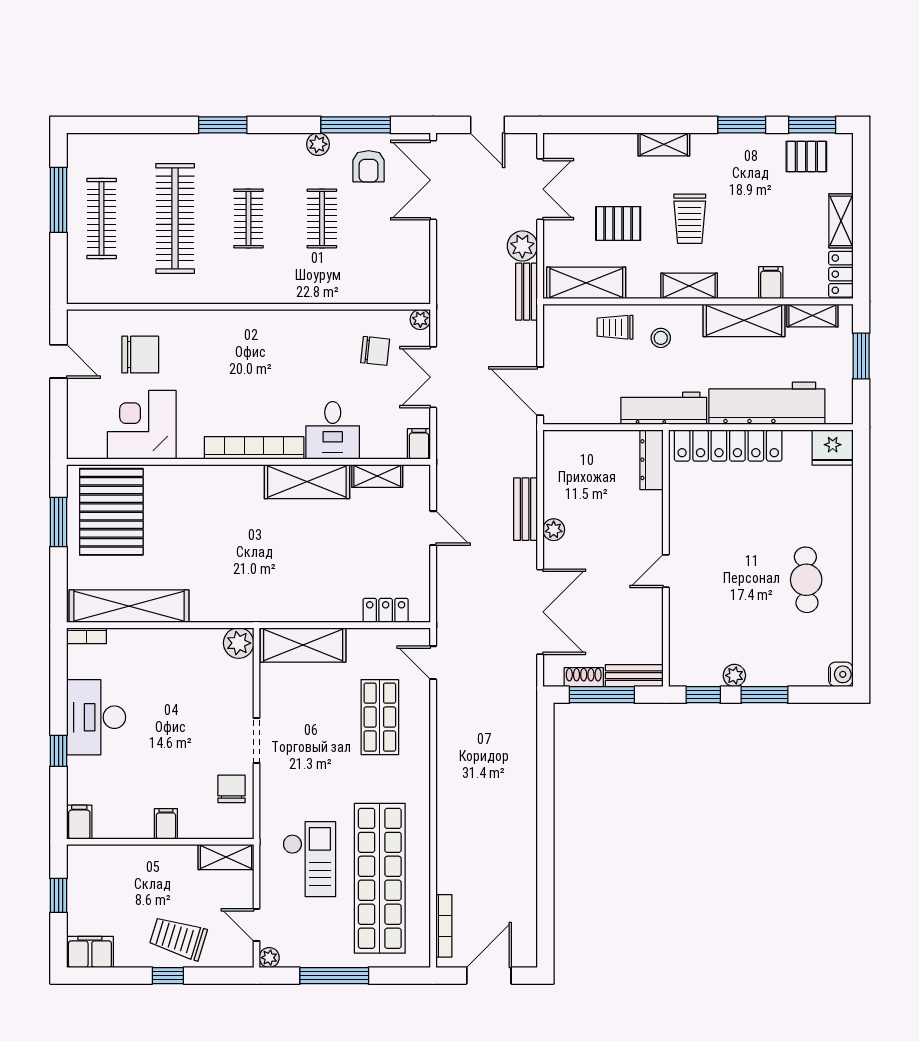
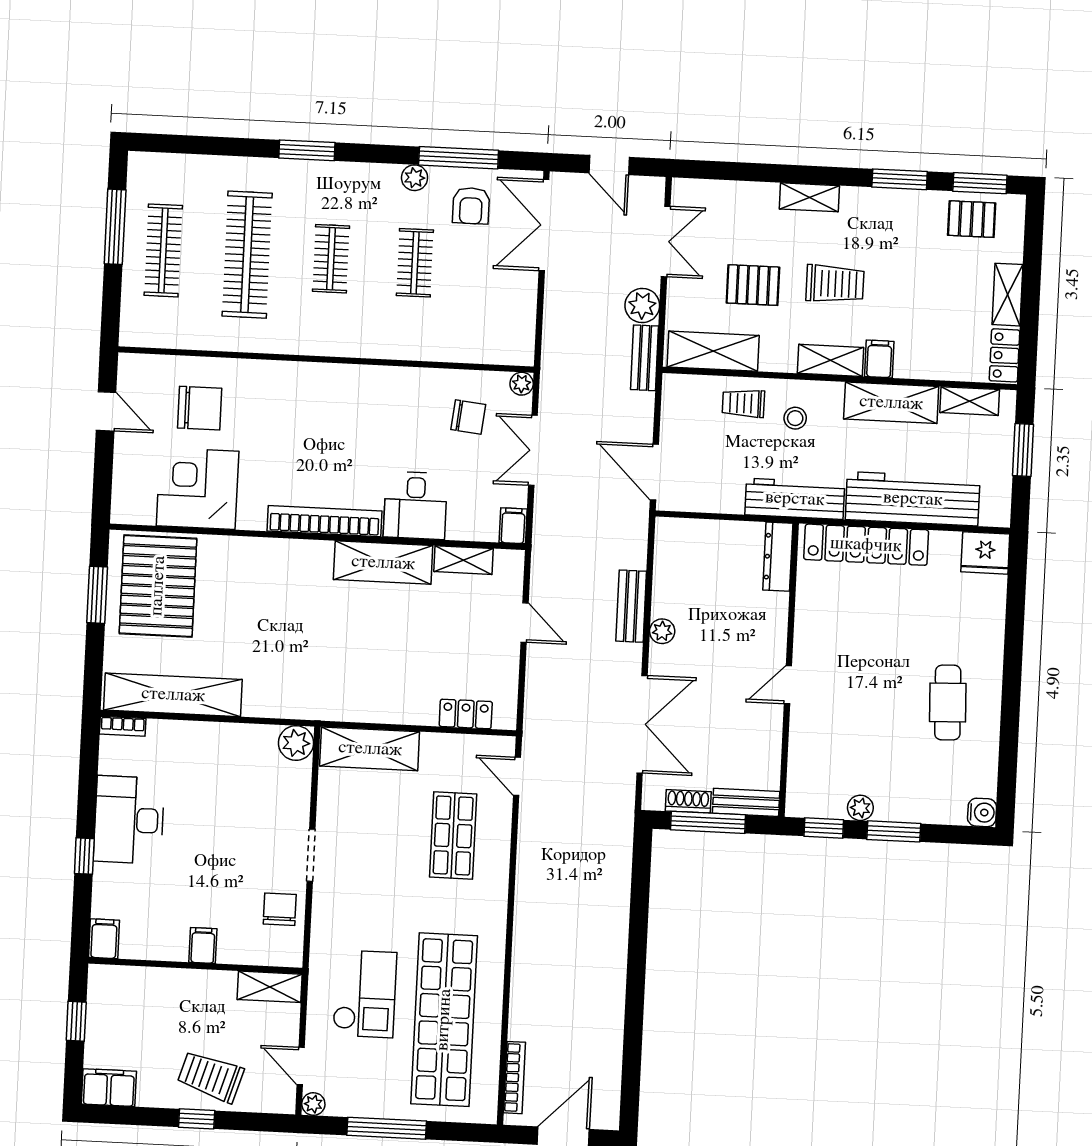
trolley: (690, 219) -> (835, 284), turned -90
filing cabinet: (771, 283) -> (879, 359), moved

